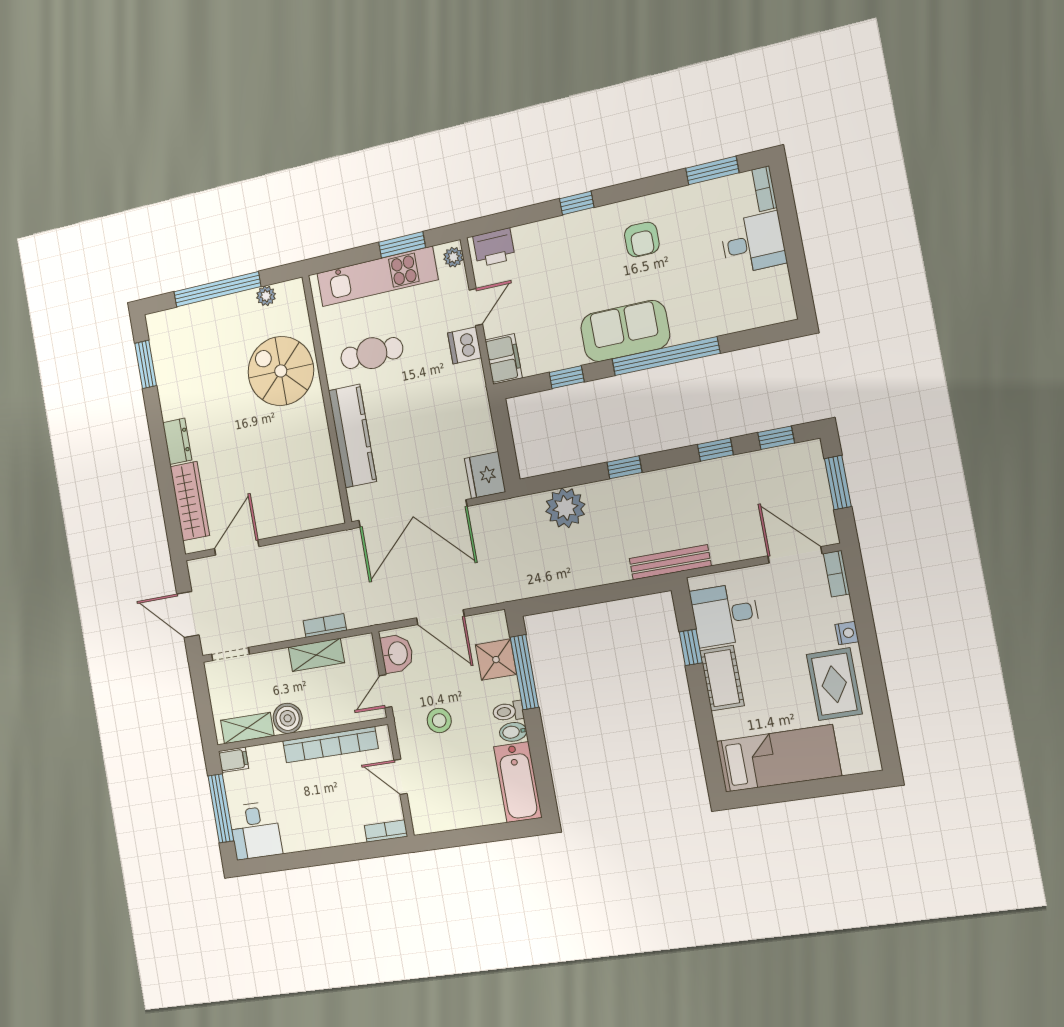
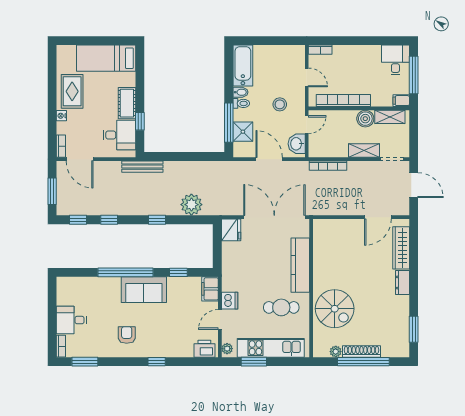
shoe rack: (223, 306) -> (361, 351), added
bookcase: (325, 625) -> (328, 166), width x1.56
shelving: (316, 655) -> (364, 150), moved

